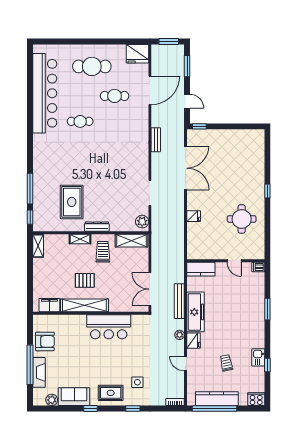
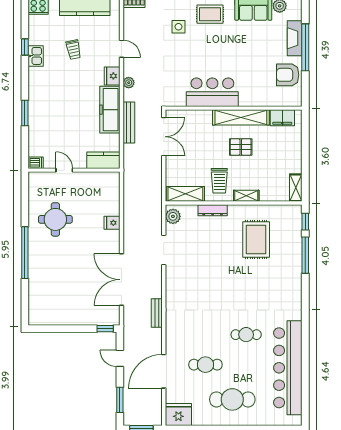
window: (267, 191) -> (25, 253), width x3.17
dresser: (97, 227) -> (213, 210), moved

